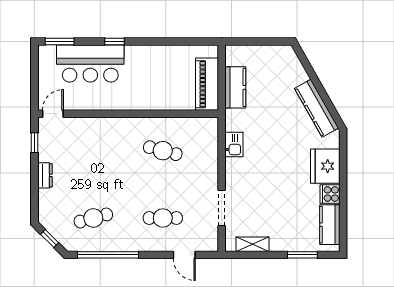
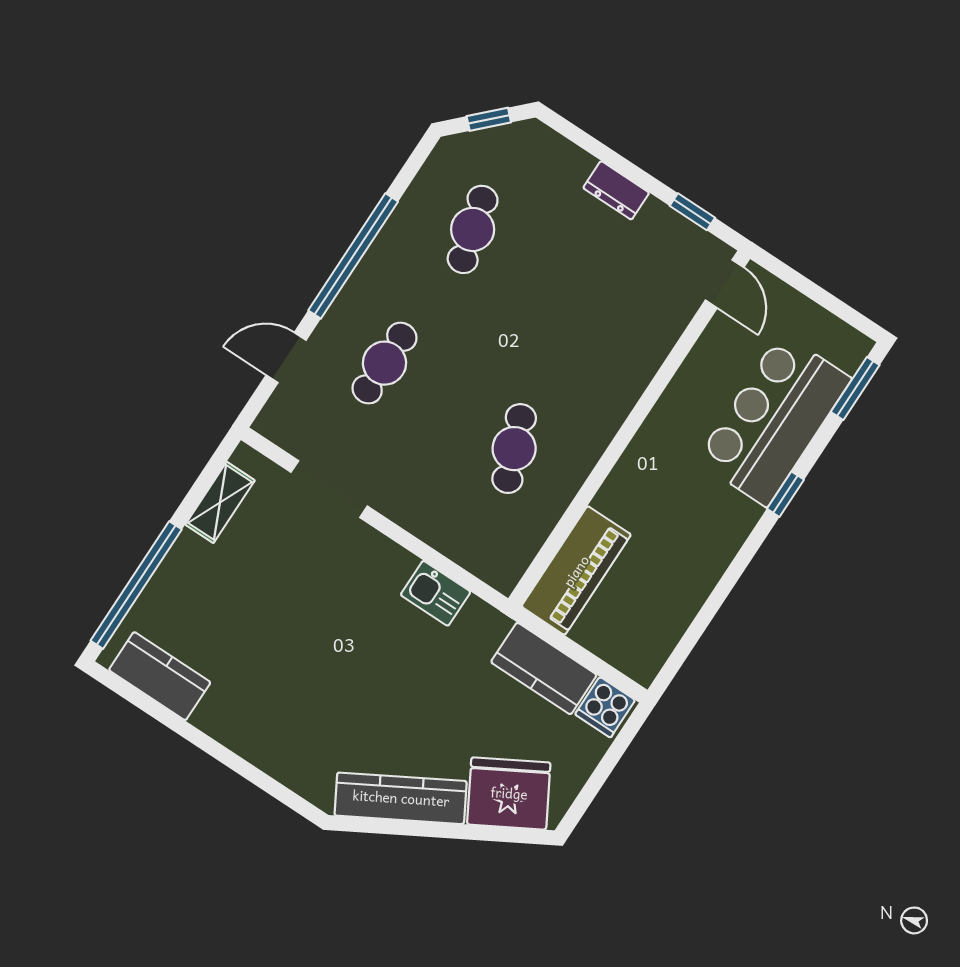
piano: (207, 84) -> (576, 571), moved, turned 90
cafe table: (163, 151) -> (514, 449), turned -36
fridge: (325, 166) -> (509, 793), moved, turned -30
cooker: (330, 194) -> (605, 707), moved, turned 180
window: (108, 255) -> (353, 256), moved
window: (302, 255) -> (136, 585), width x2.11

